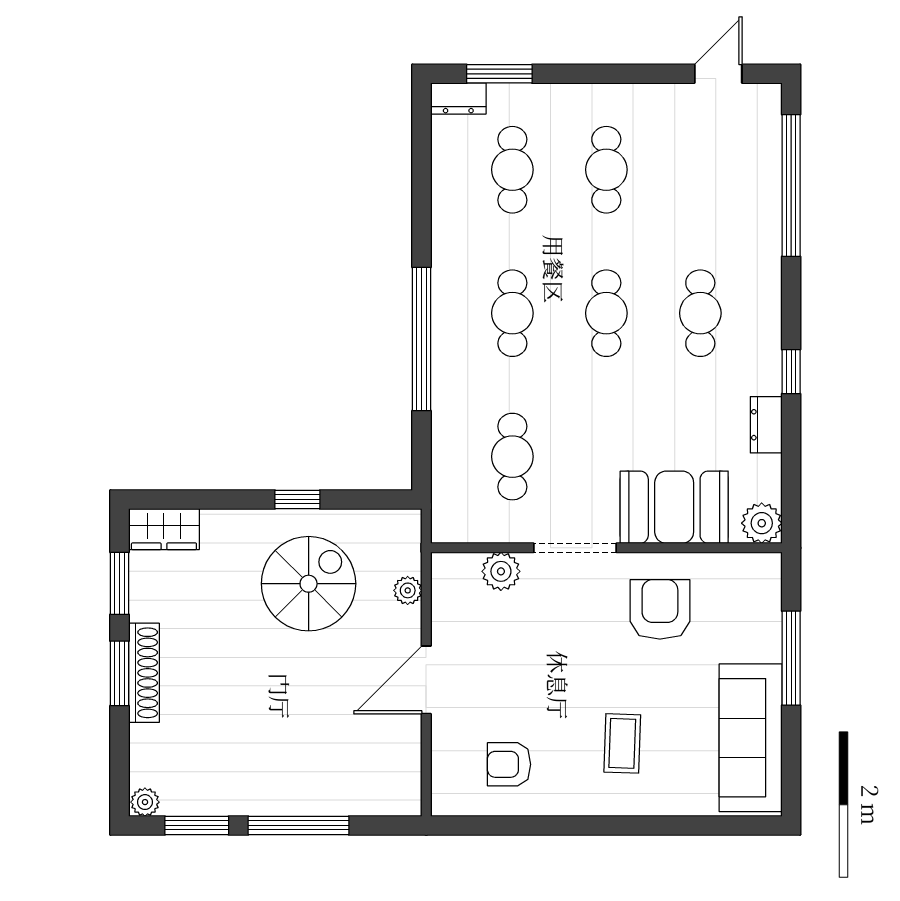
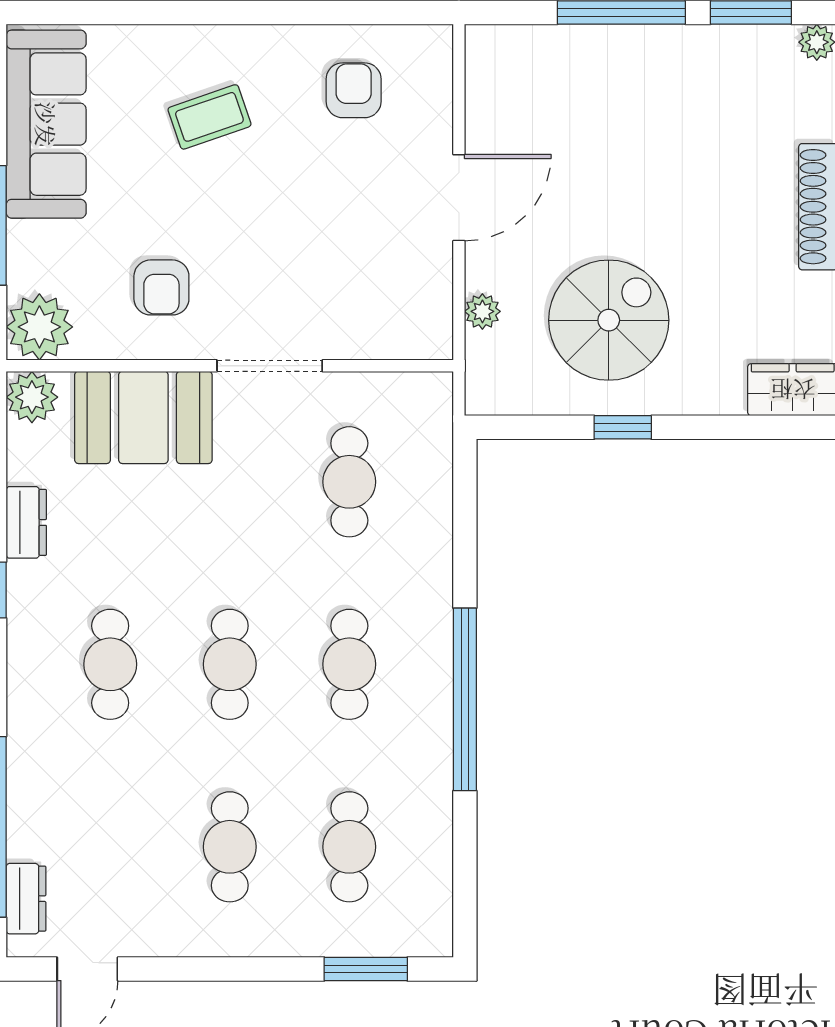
dresser: (458, 98) -> (26, 899), moved, turned 90
window: (422, 339) -> (465, 699), moved
plant: (501, 571) -> (39, 327), moved, width x1.36, depth x1.36
spiral stairs: (309, 584) -> (609, 320), turned 180
armchair: (660, 609) -> (161, 287), width x0.72, depth x0.72
coffee table: (622, 743) -> (209, 117), turned 69
armchair: (509, 764) -> (354, 90), turned -90

